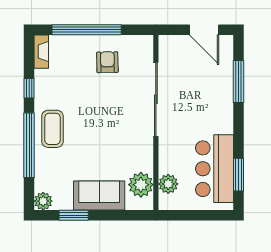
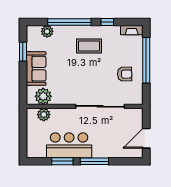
window: (239, 82) -> (94, 161), moved
coffee table: (52, 129) -> (89, 46), moved
bar counter: (215, 169) -> (69, 145), moved
window: (239, 175) -> (62, 161), moved
plant: (43, 201) -> (47, 31), moved

